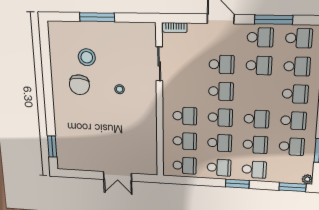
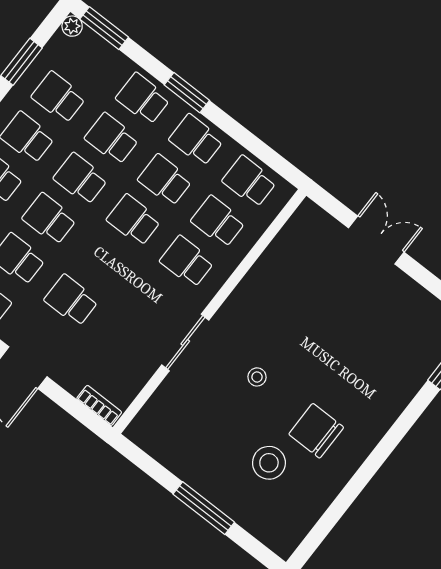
sliding door: (159, 64) -> (185, 342), moved
chair: (79, 85) -> (316, 431), turned -94
school desk: (221, 91) -> (49, 219), moved

